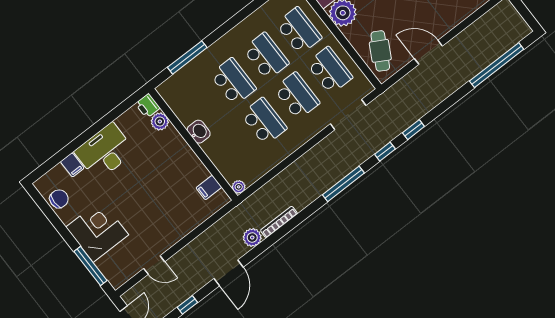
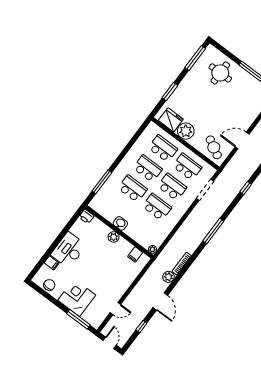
plant: (160, 121) -> (114, 237), moved
window: (385, 152) -> (232, 206), removed

